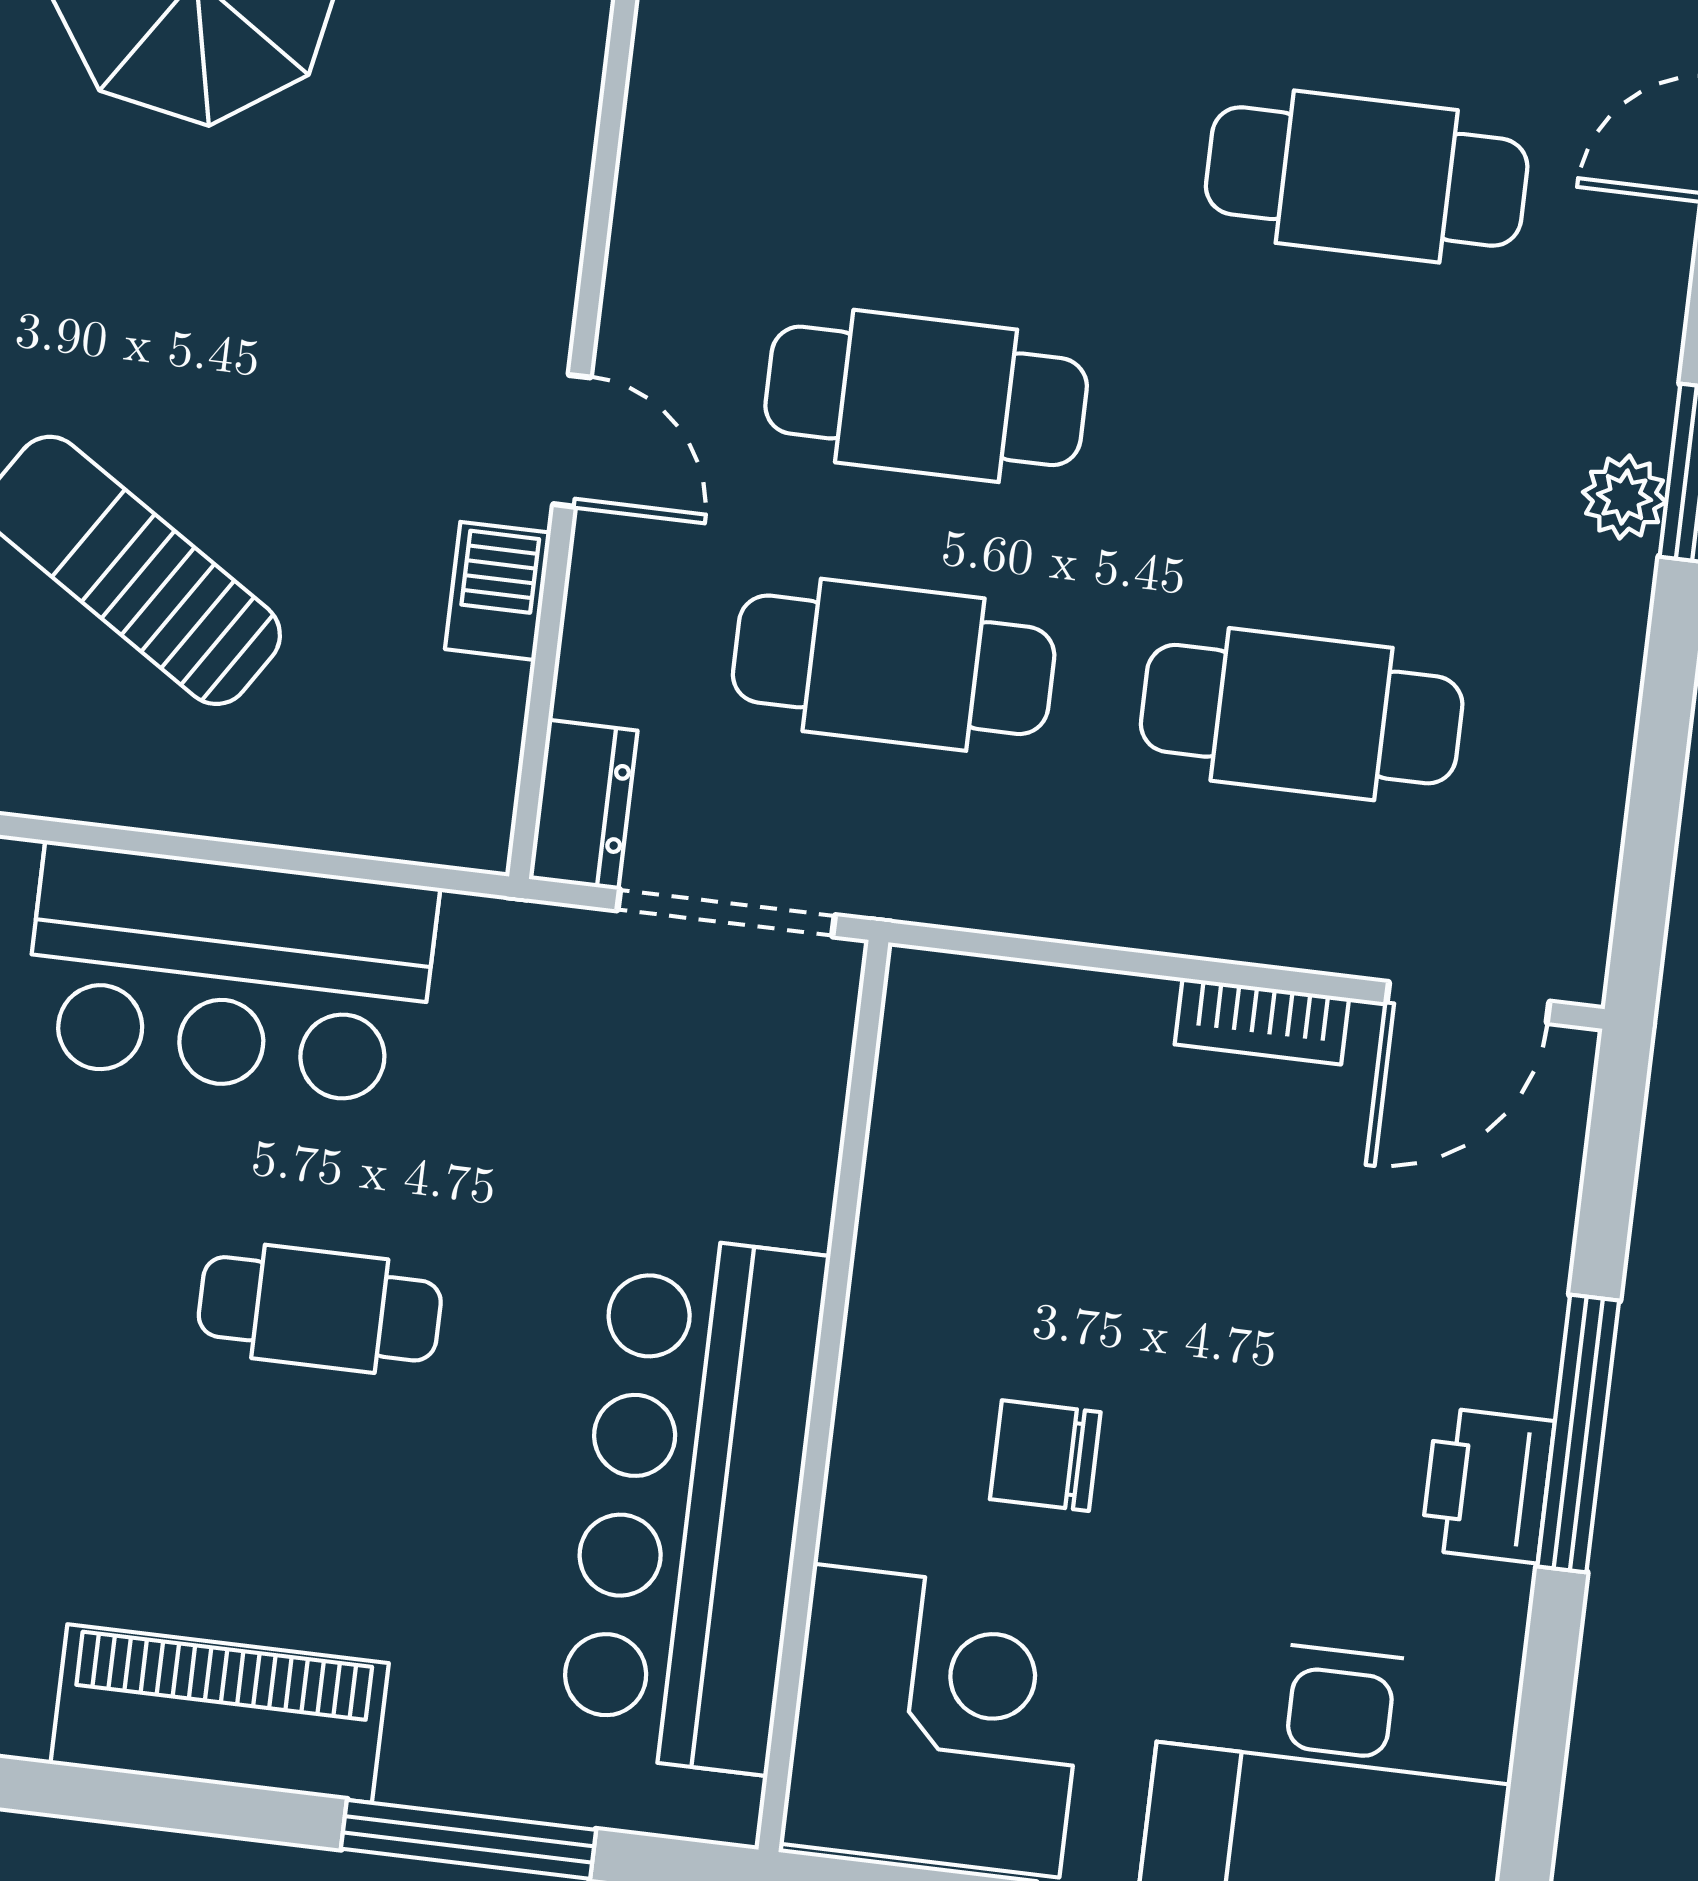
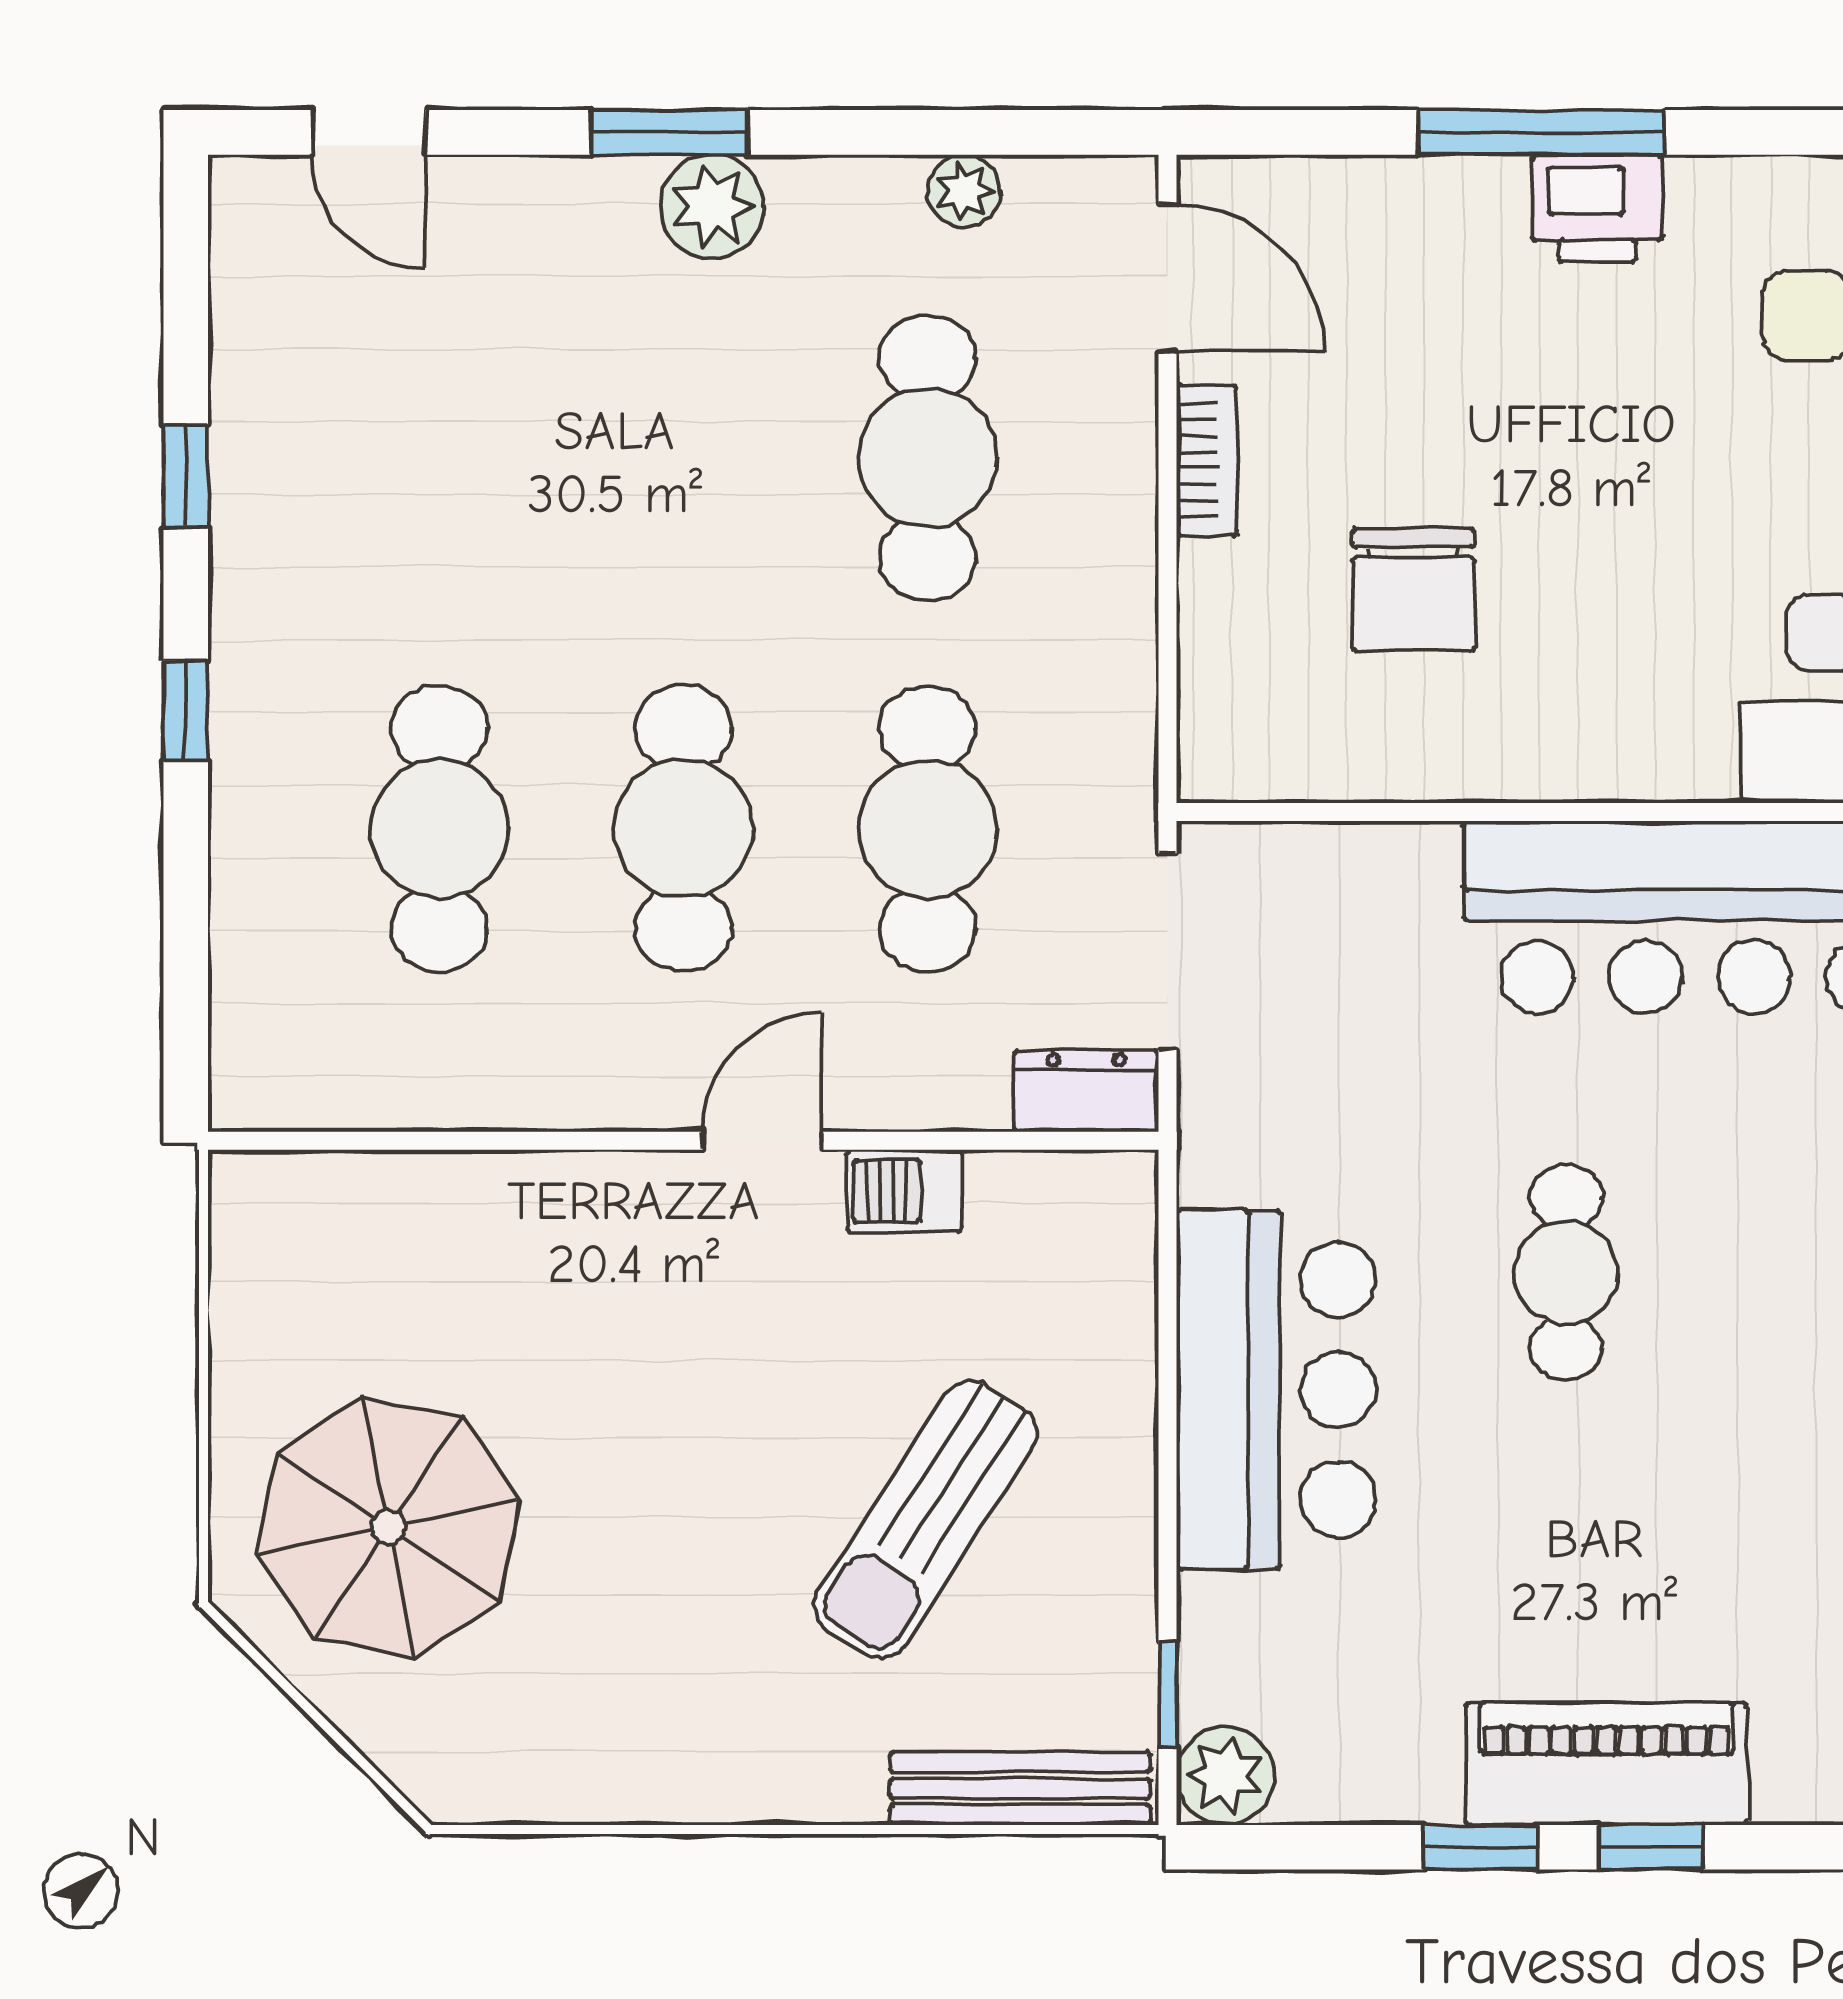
cafe table: (1367, 176) -> (439, 829), moved
plant: (1624, 497) -> (712, 207), width x1.38, depth x1.38
plant: (1591, 790) -> (964, 191), added
chair: (1045, 1456) -> (1413, 589), moved, width x1.37, depth x1.37

